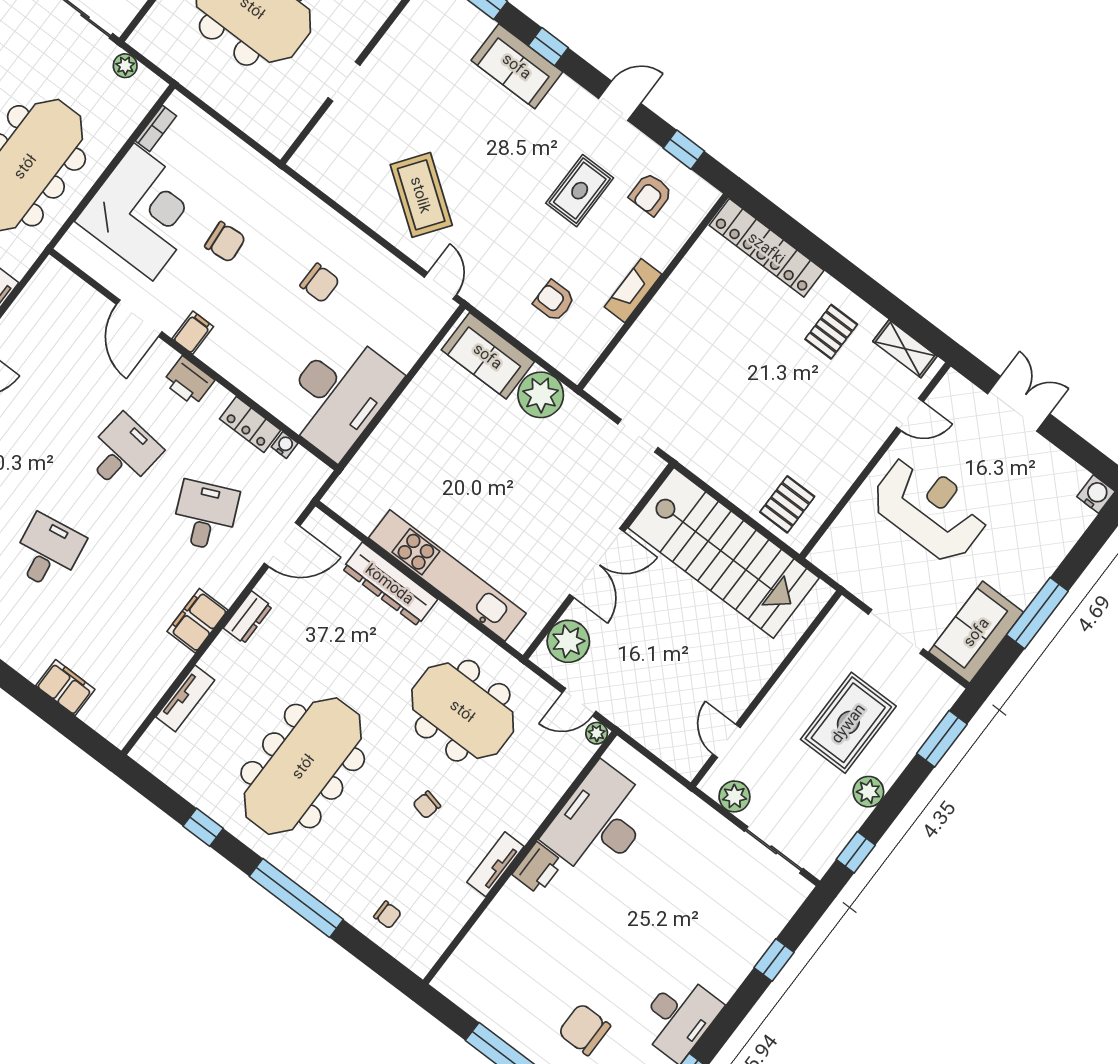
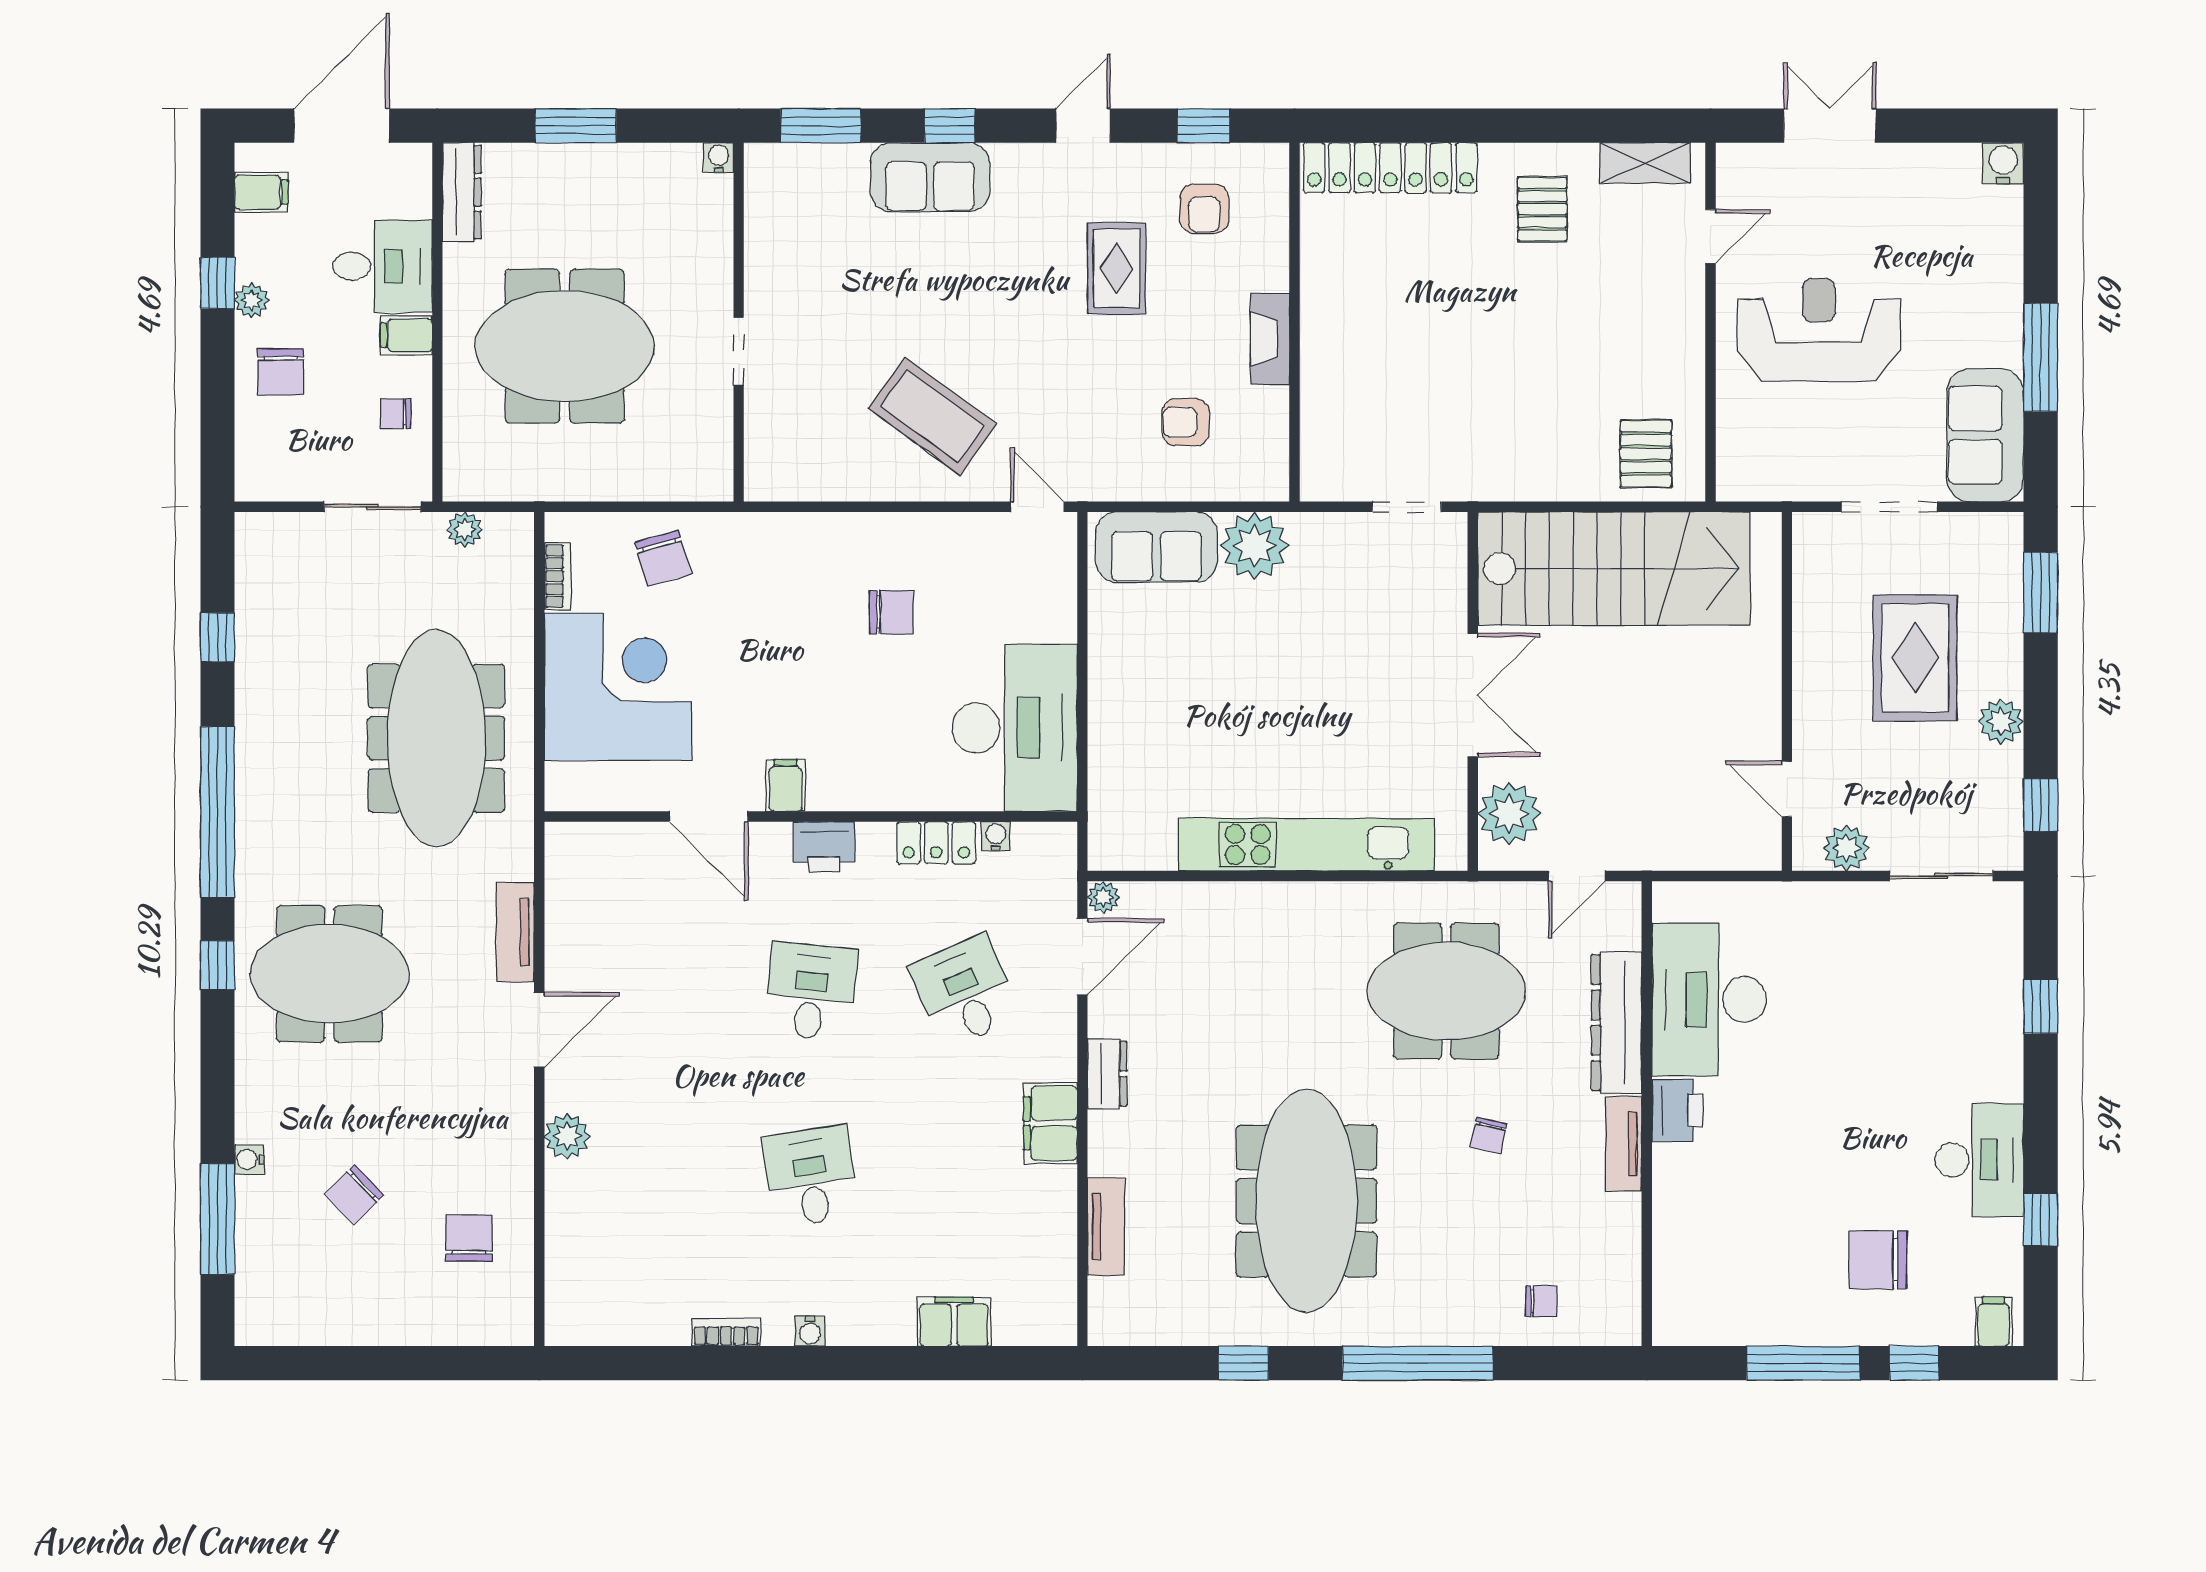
chair: (225, 242) -> (663, 558), moved, turned 79
dresser: (390, 584) -> (1617, 1023), moved, turned 90
plant: (597, 733) -> (1104, 897), moved

